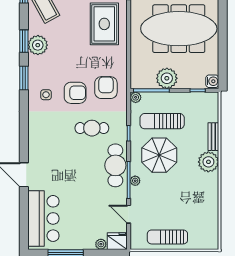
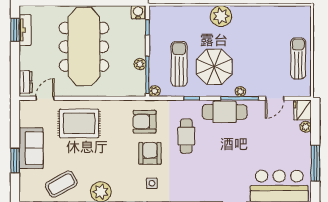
plant: (167, 78) -> (140, 64), width x0.53, depth x0.53
sun lounger: (162, 121) -> (179, 64), turned 180
bench: (213, 137) -> (195, 11), removed
sun lounger: (167, 237) -> (298, 58), turned 180

